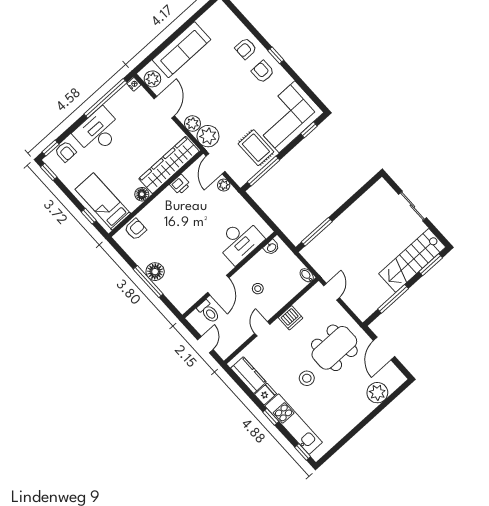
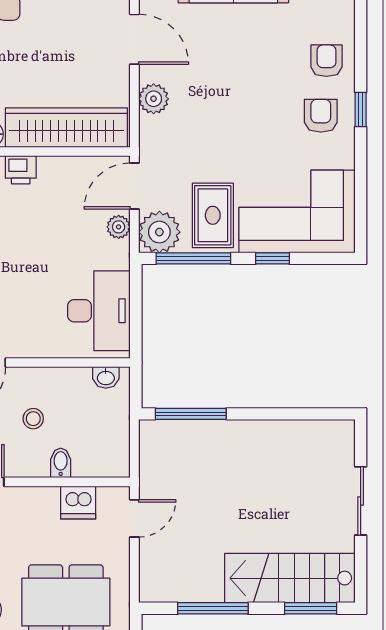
armchair: (246, 49) -> (326, 61), turned 90
door: (164, 107) -> (134, 39), hinge flipped
window: (309, 130) -> (273, 258), moved
plant: (208, 136) -> (159, 232), moved
printer: (180, 184) -> (21, 170), moved
desk: (240, 241) -> (99, 311), moved, turned -90
bidet: (307, 275) -> (61, 463), moved
dishwasher: (290, 318) -> (78, 503), moved

